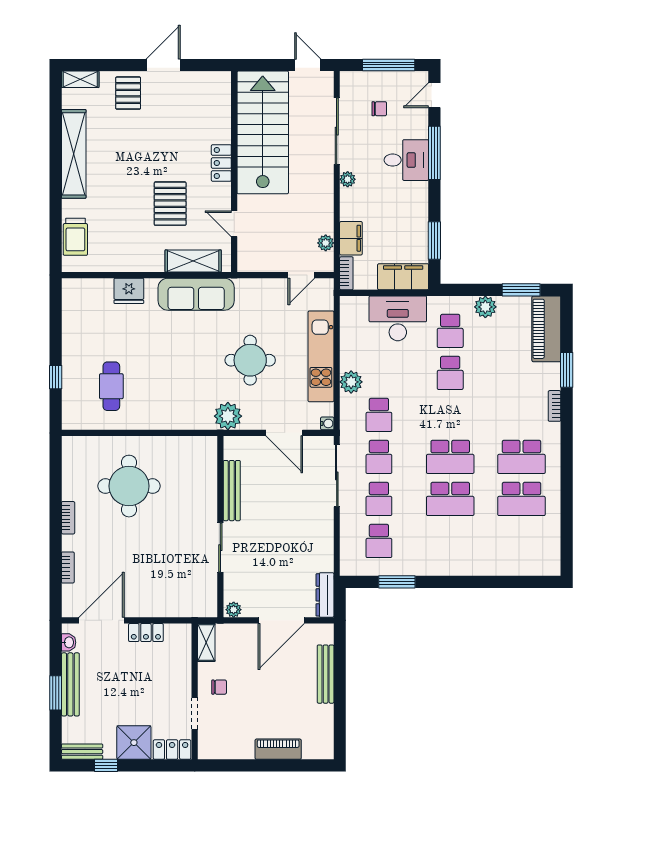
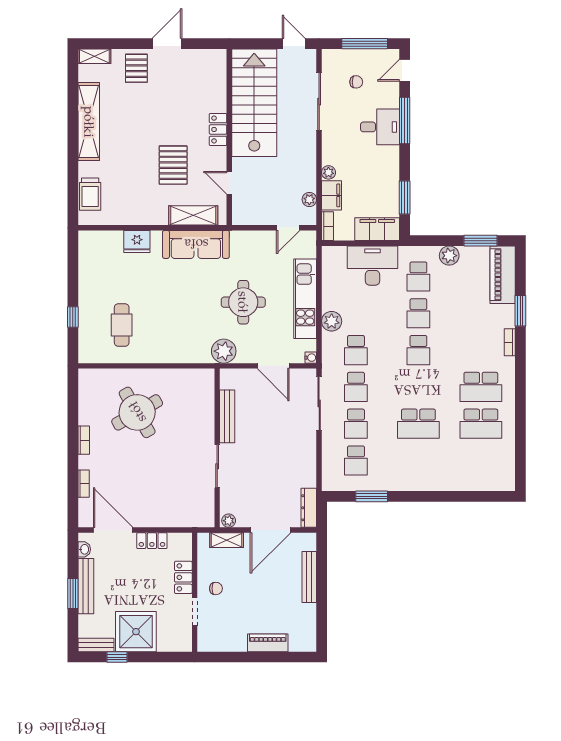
plant: (348, 179) -> (328, 172), moved
school desk: (450, 457) -> (418, 350), moved, width x0.54
round table: (129, 486) -> (137, 412), turned -30
door: (102, 620) -> (113, 530), hinge flipped
shelving: (206, 642) -> (227, 540), moved, turned 90
shower: (134, 743) -> (136, 632), width x1.37, depth x1.37
locker: (172, 750) -> (183, 577), moved, turned -90

